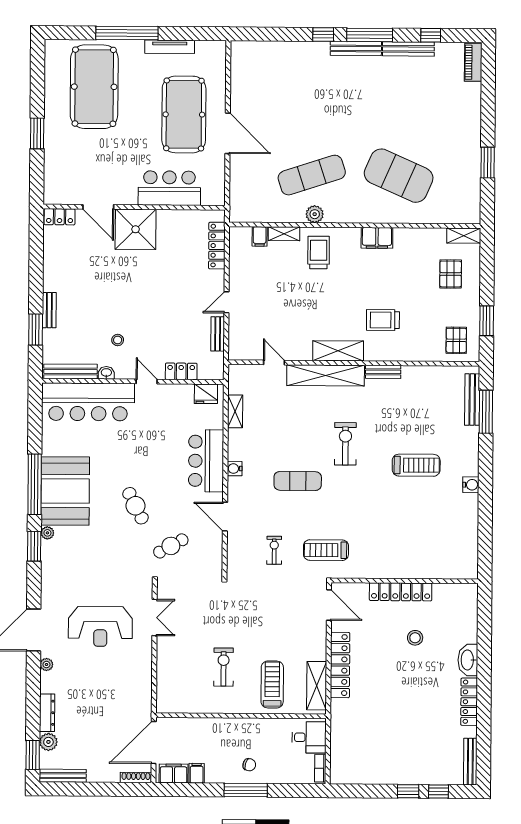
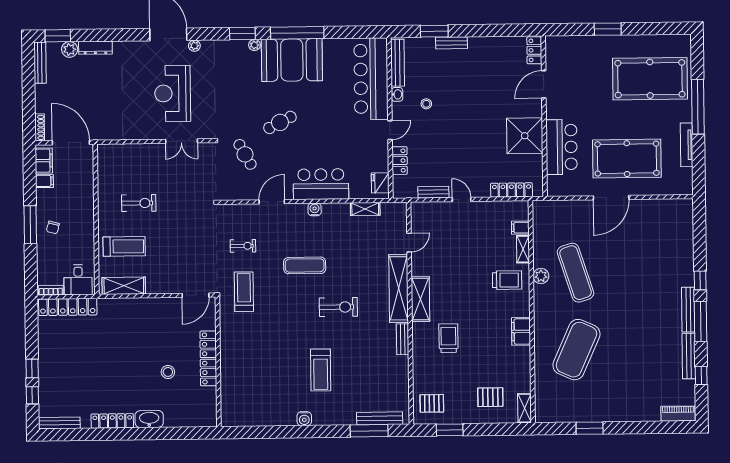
shower: (136, 229) -> (525, 136), moved
exercise mat: (298, 481) -> (305, 265), turned 90
plant: (46, 664) -> (194, 46), moved
locker: (340, 665) -> (68, 307), moved

